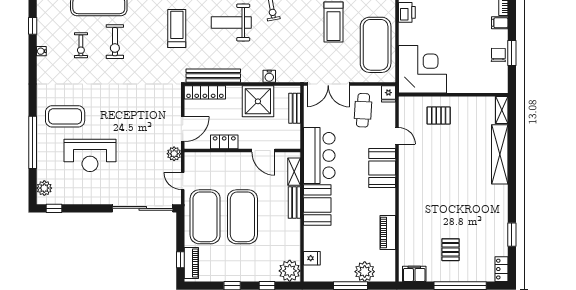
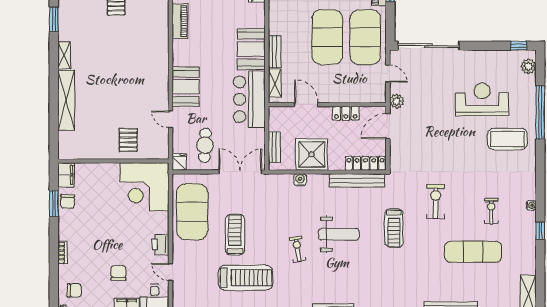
filing cabinet: (500, 23) -> (66, 175), moved, width x2.00
exercise bike: (115, 42) -> (436, 202), moved
shelving: (502, 110) -> (64, 55), moved
pallet: (439, 116) -> (128, 140), turned 90

